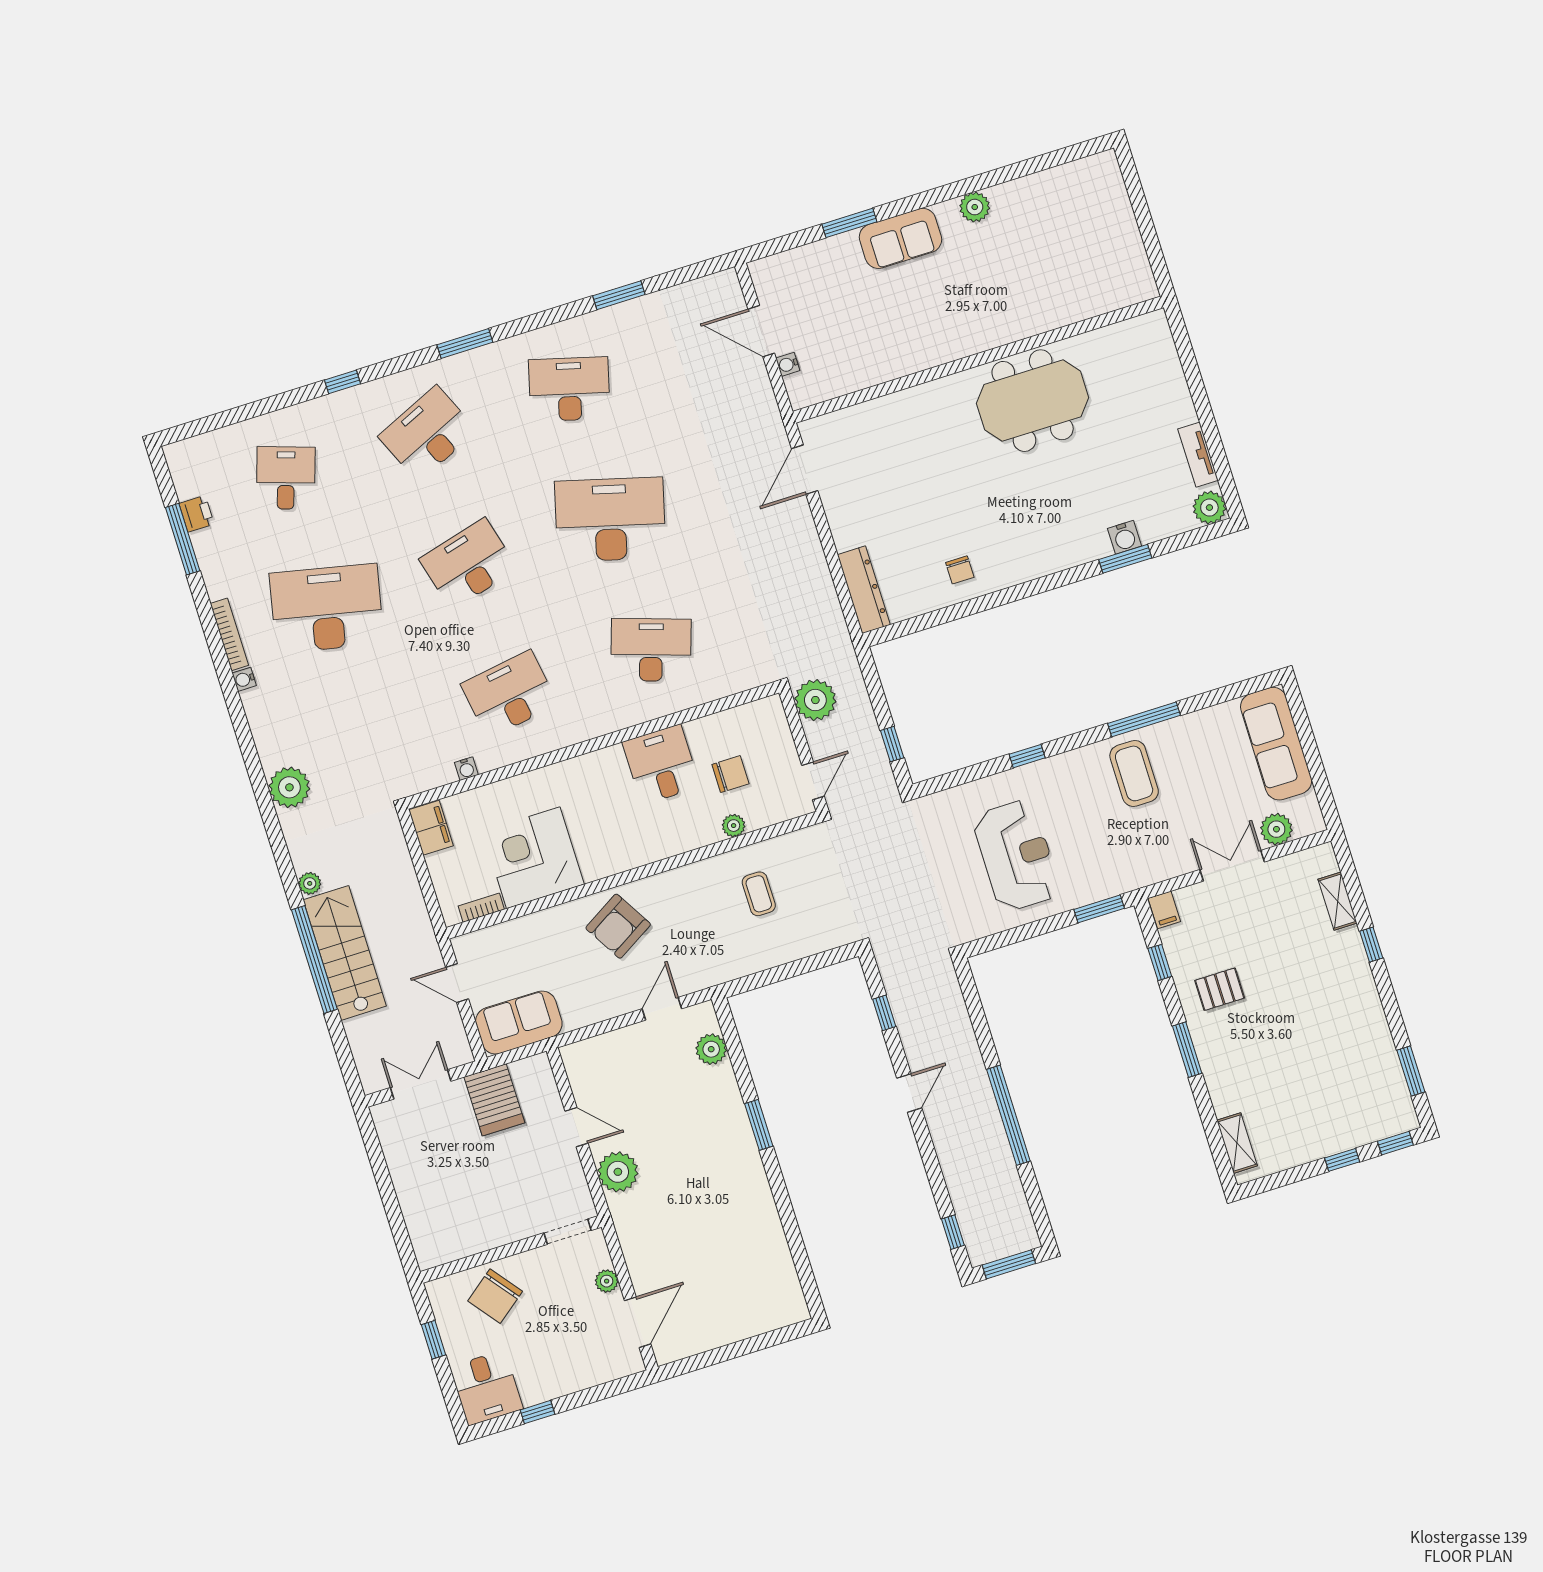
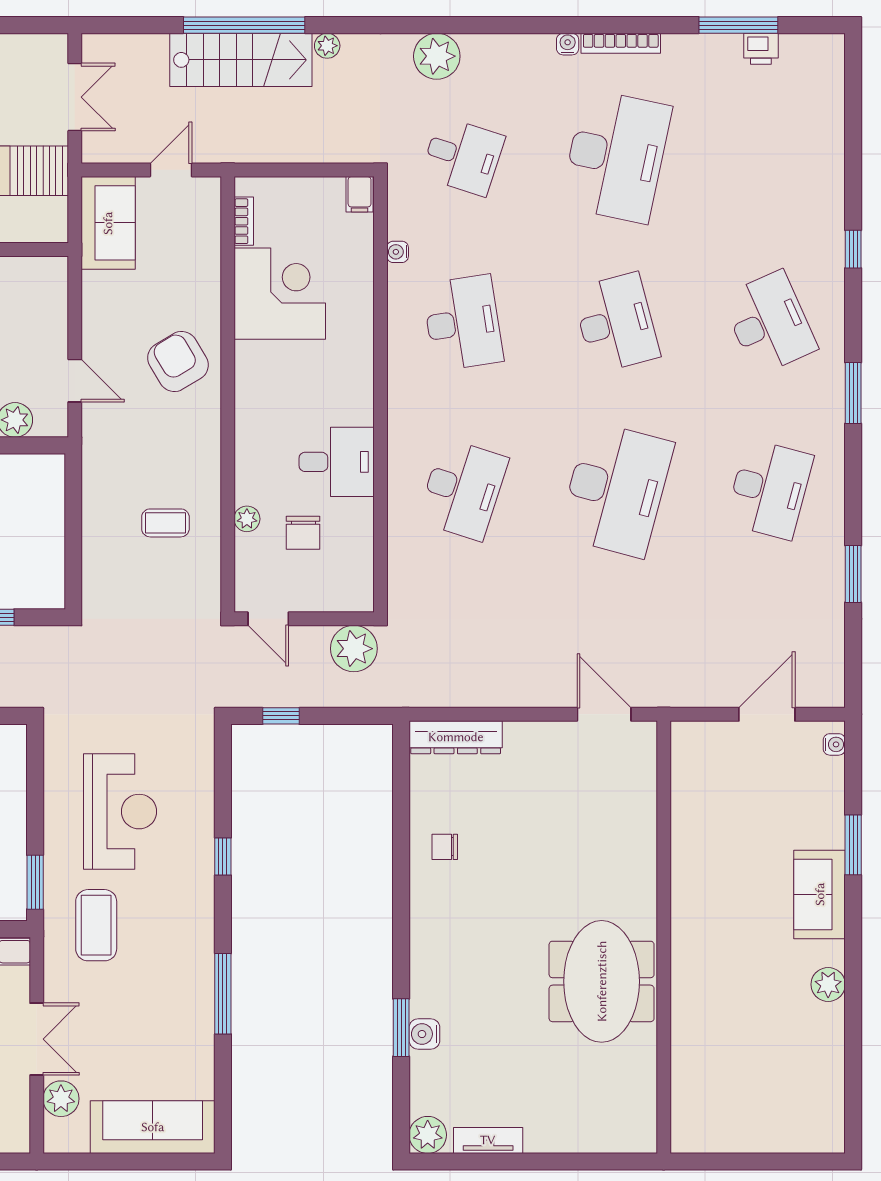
water cooler: (788, 364) -> (834, 744), moved, turned 90
desk: (286, 478) -> (463, 156), moved
coffee table: (1134, 773) -> (96, 925), moved, turned 90
filing cabinet: (431, 828) -> (360, 194), width x0.50
reception desk: (1016, 855) -> (120, 812), turned -90

